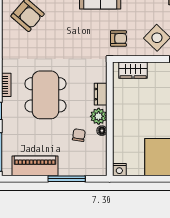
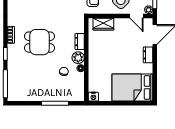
dining table: (45, 95) -> (40, 42), width x0.73
piano: (35, 166) -> (32, 94), removed

